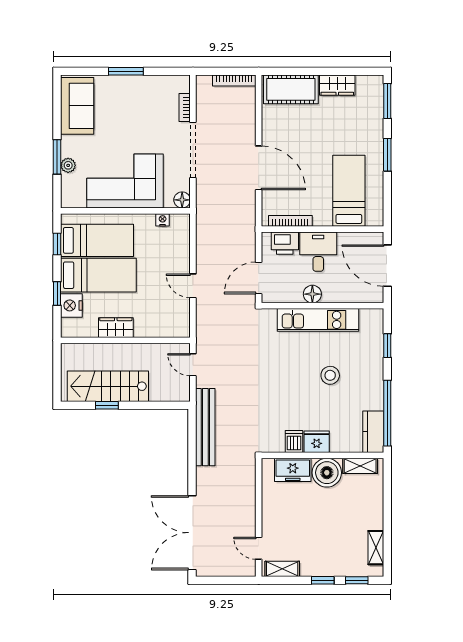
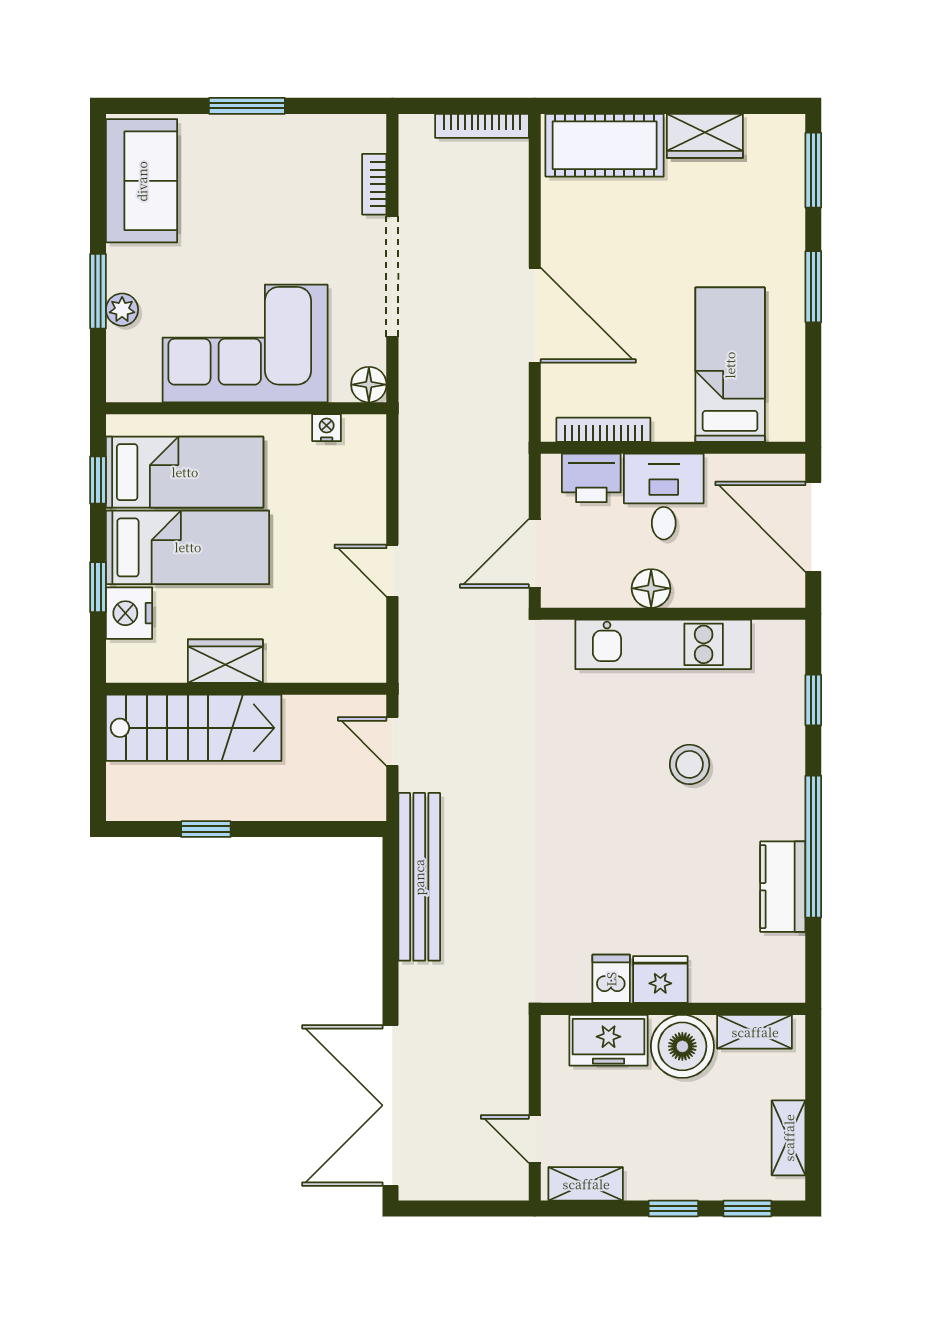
stairs: (108, 386) -> (194, 728), moved, turned 180
dishwasher: (294, 441) -> (611, 979), moved
fridge: (317, 442) -> (660, 980), moved
wall: (323, 455) -> (673, 1009), moved
shelving: (360, 466) -> (755, 1032), moved
freezer: (293, 470) -> (609, 1040), moved
boiler: (327, 473) -> (682, 1046), moved

